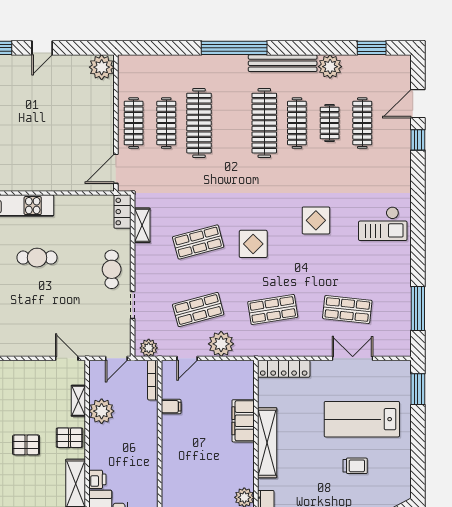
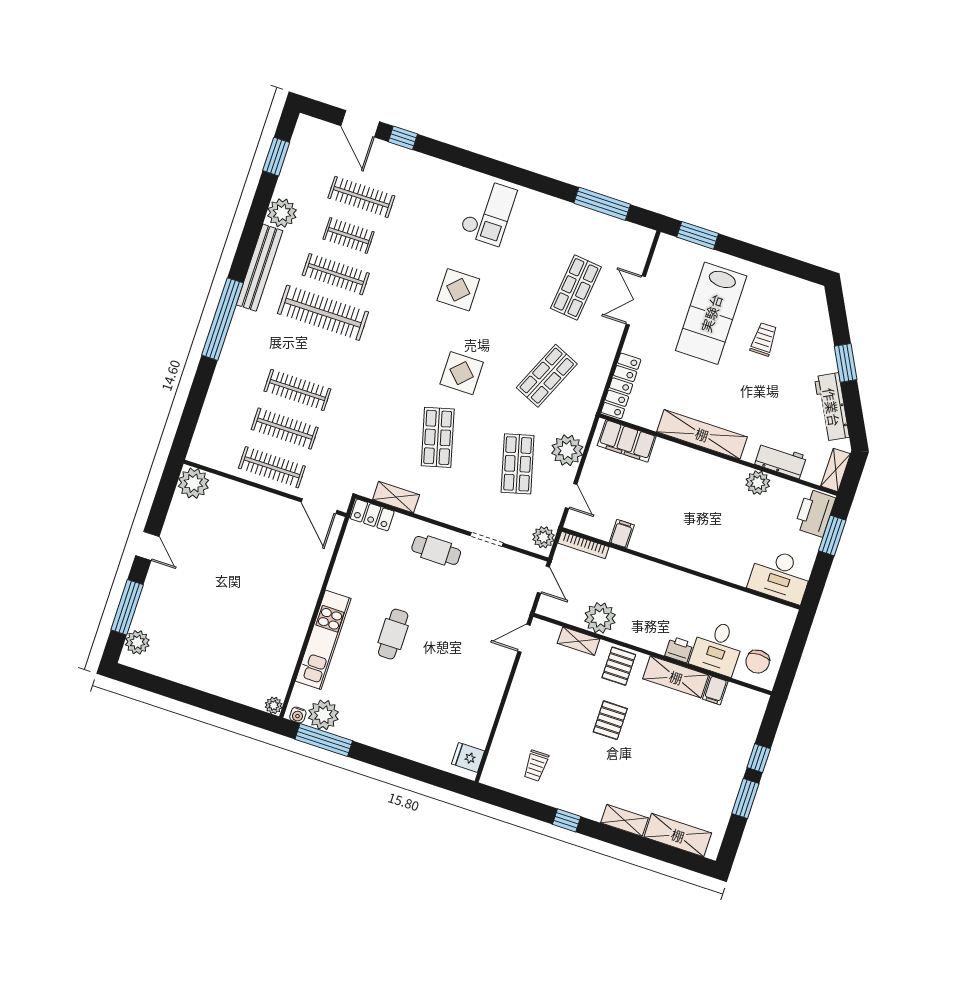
clothes rail: (199, 123) -> (297, 390), width x0.73, depth x0.76
shop shelf: (273, 309) -> (547, 376), turned 33
filing cabinet: (243, 421) -> (627, 441), moved

